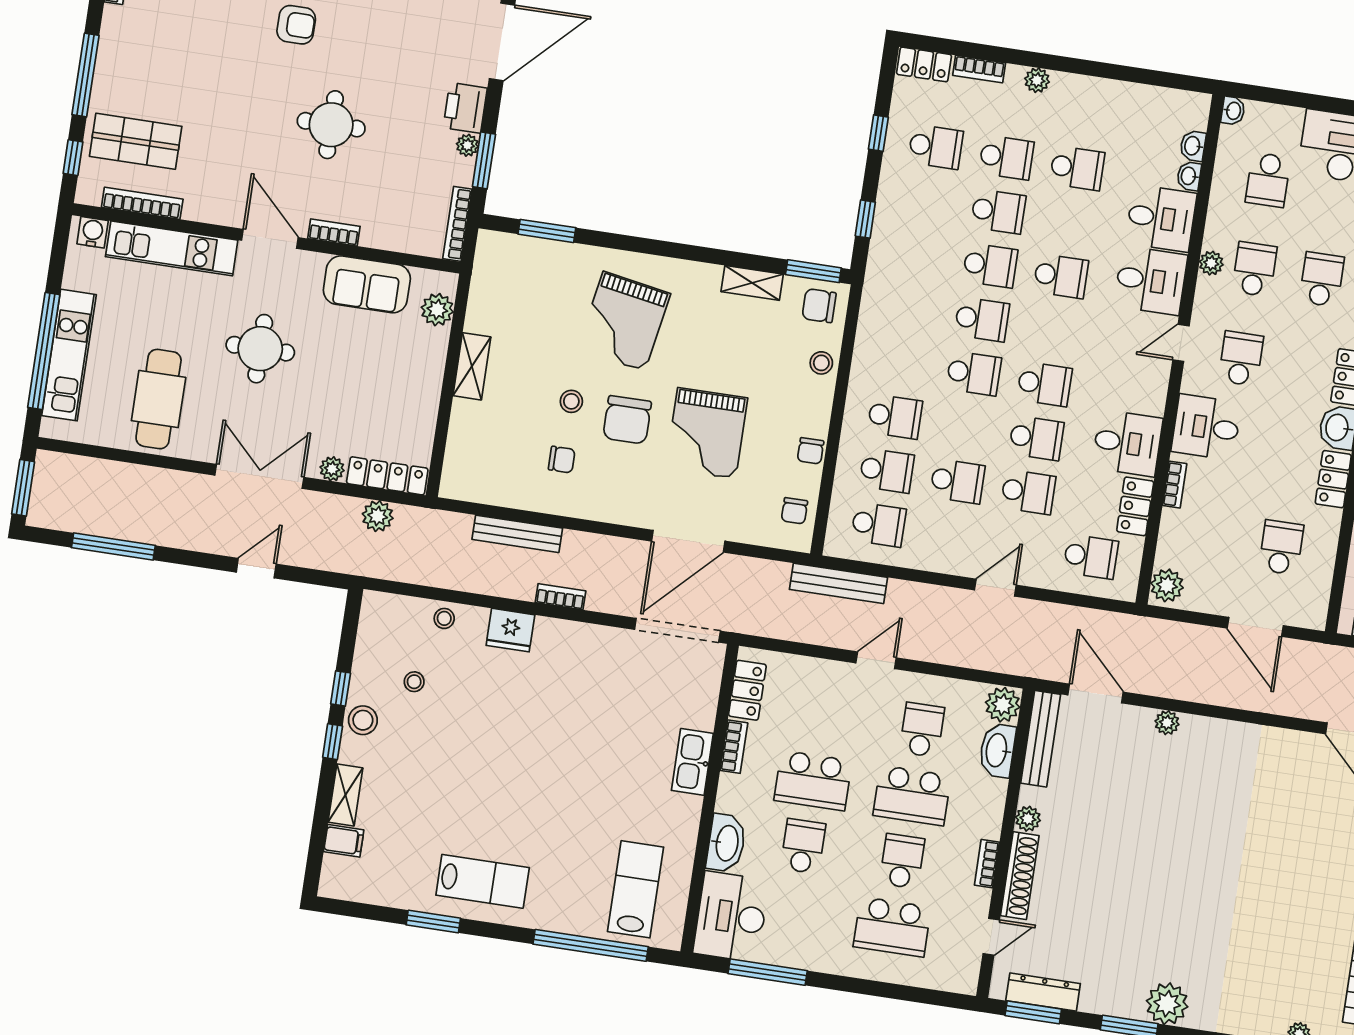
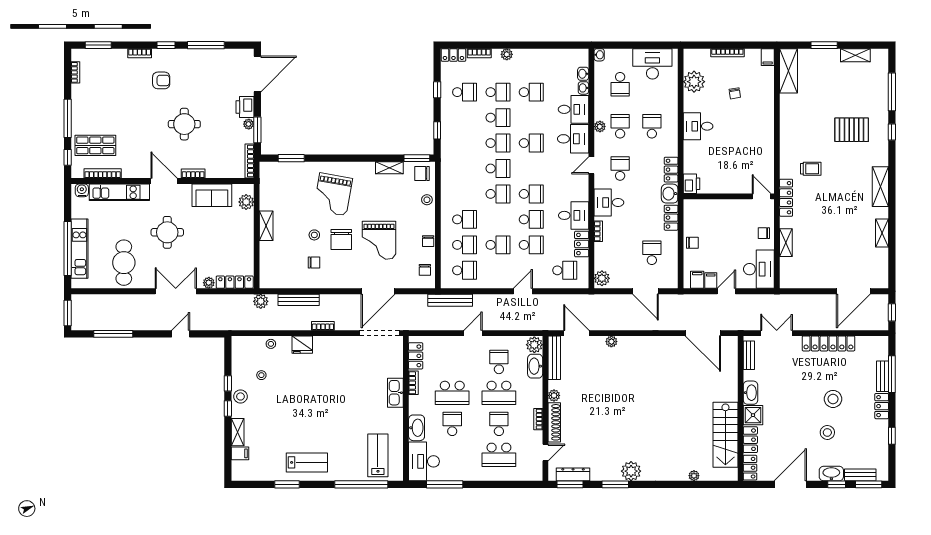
plant: (378, 516) -> (261, 301), moved

